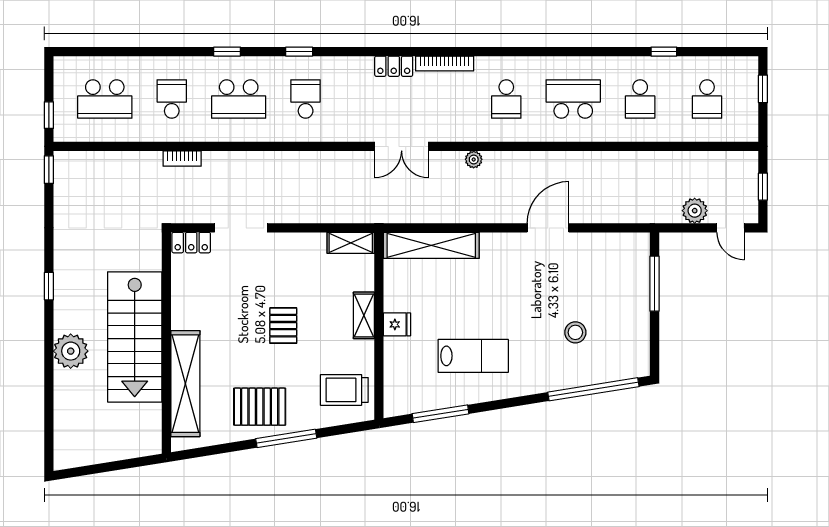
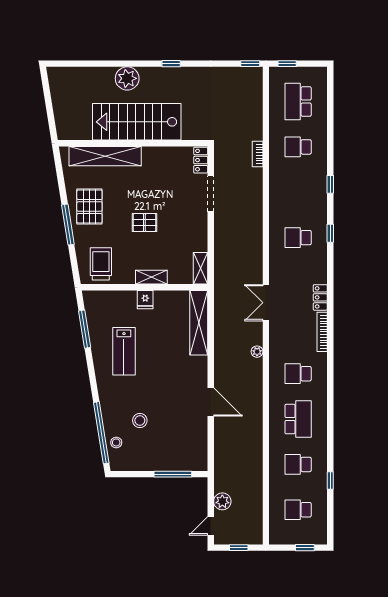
school desk: (172, 99) -> (298, 147), turned 180
school desk: (239, 99) -> (298, 192), removed
school desk: (306, 99) -> (298, 238), turned 180
stool: (608, 367) -> (116, 442), added

